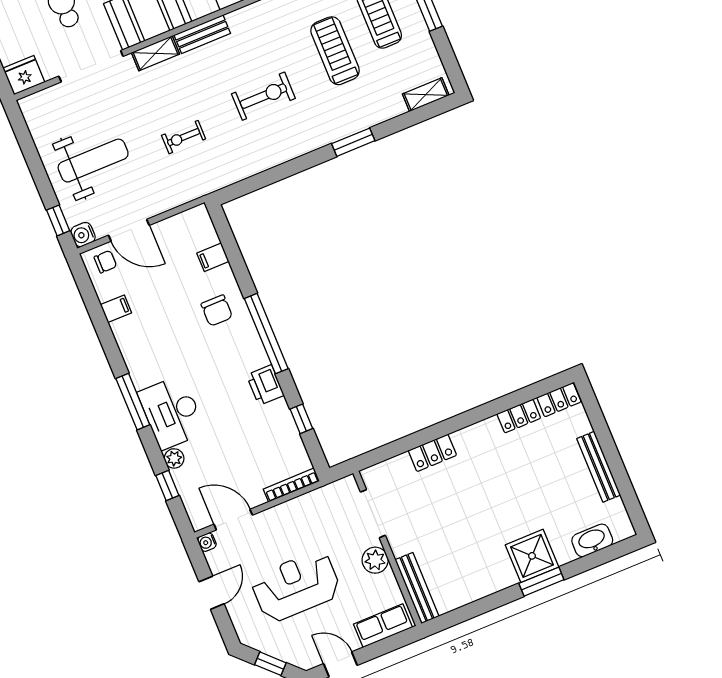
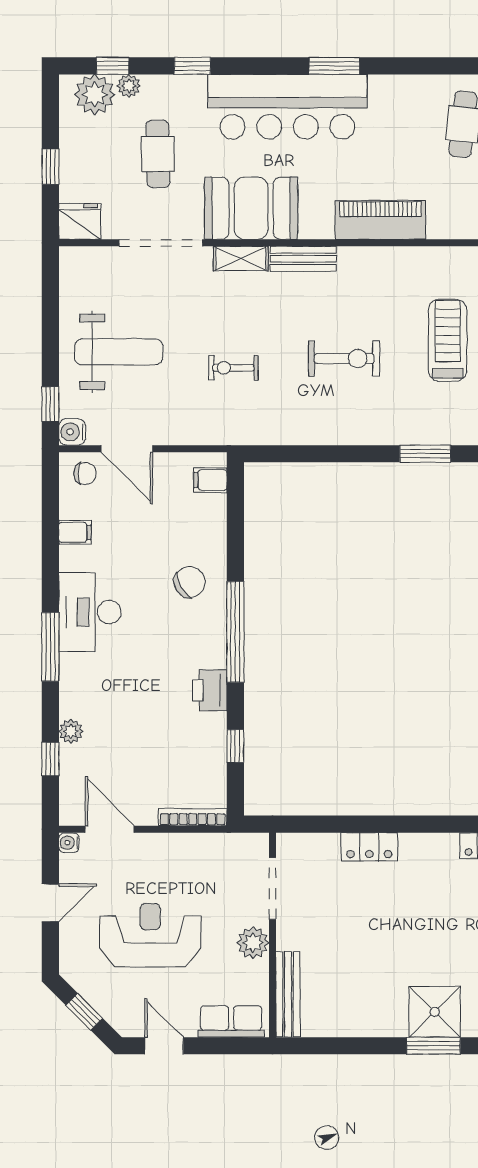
filing cabinet: (213, 257) -> (210, 480), moved
chair: (217, 311) -> (190, 582), turned -120
desk: (172, 412) -> (90, 612), moved

